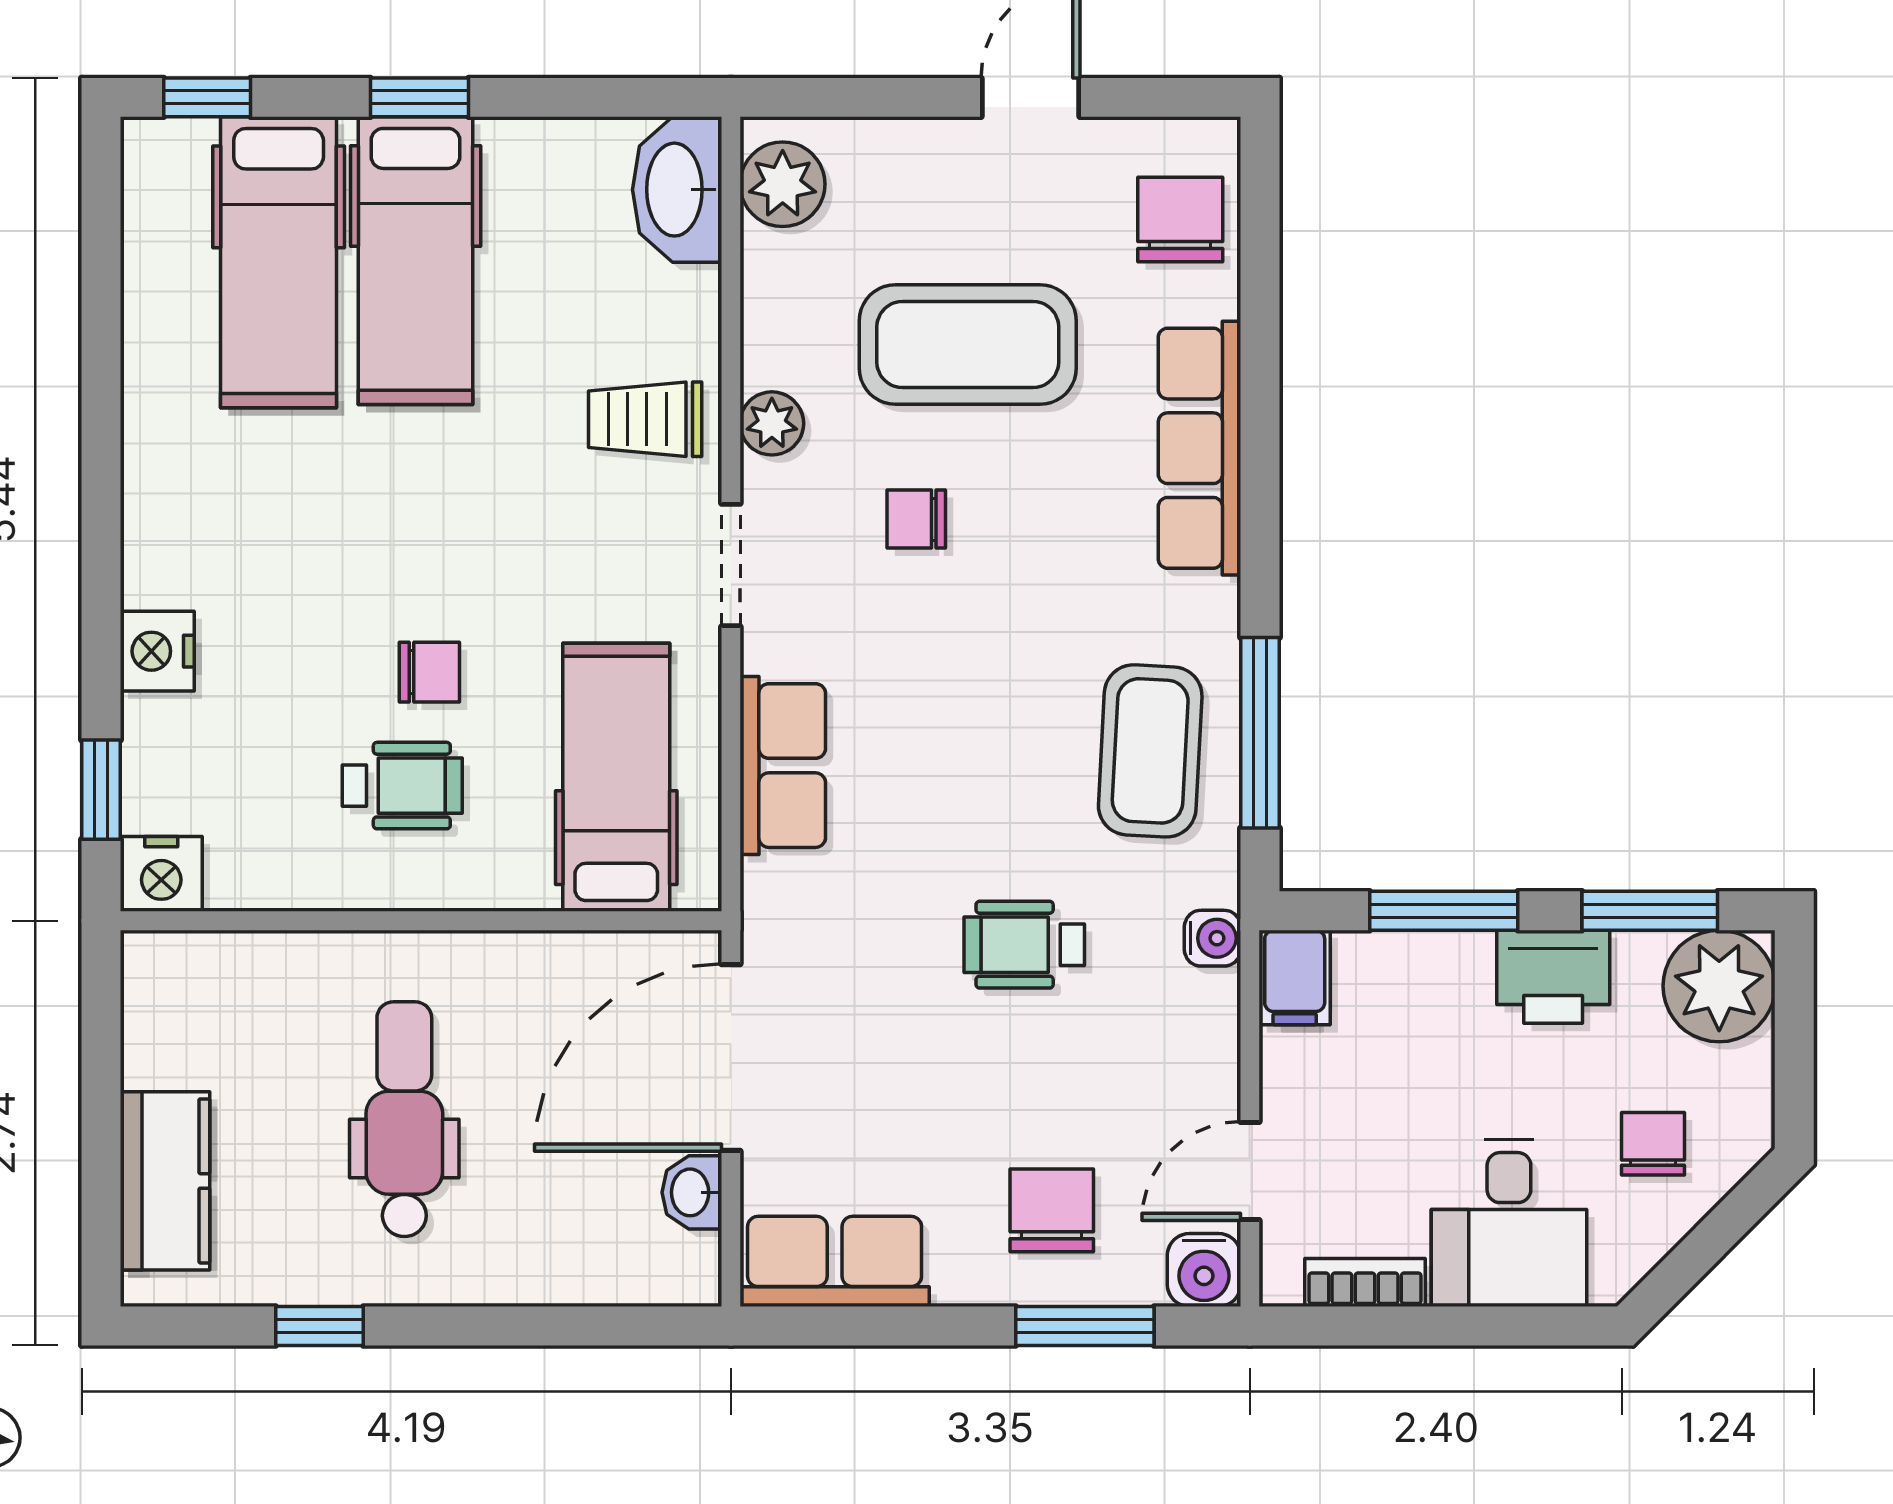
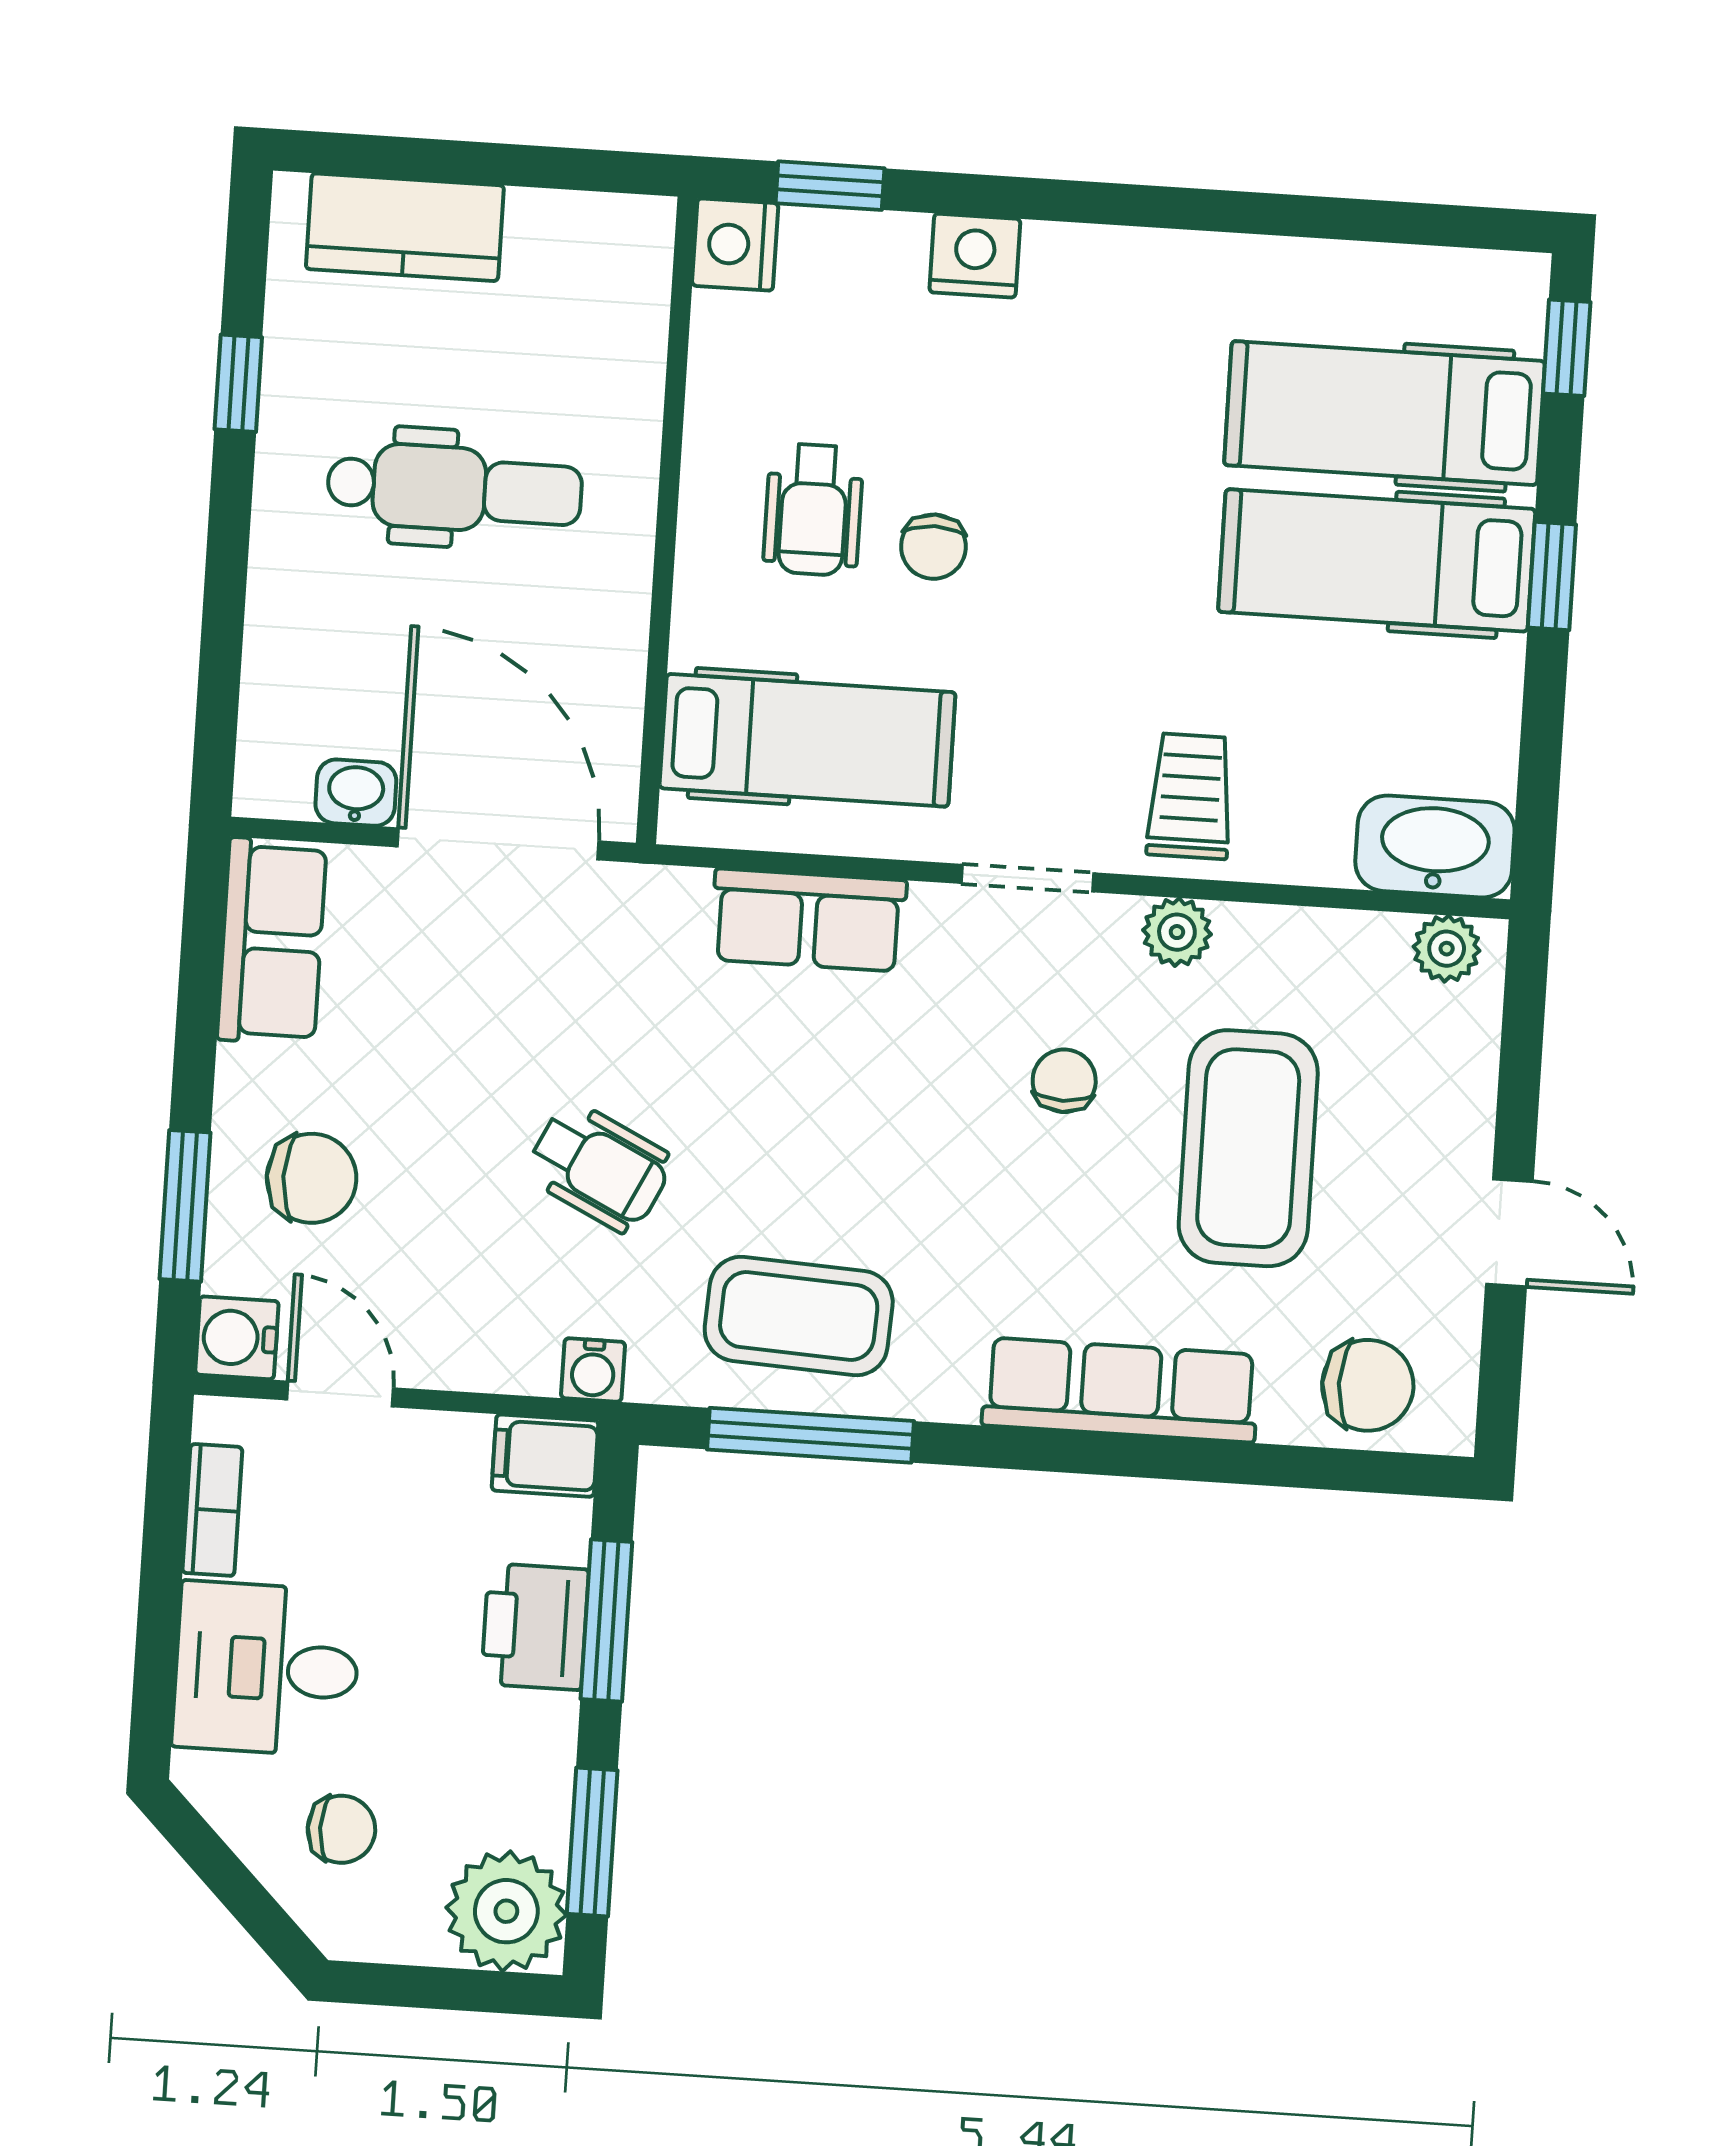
plant: (783, 184) -> (1447, 949), width x0.73, depth x0.73
wheelchair: (1024, 945) -> (599, 1167), turned 116
printer: (1553, 977) -> (535, 1627), moved

